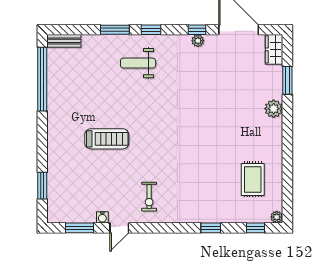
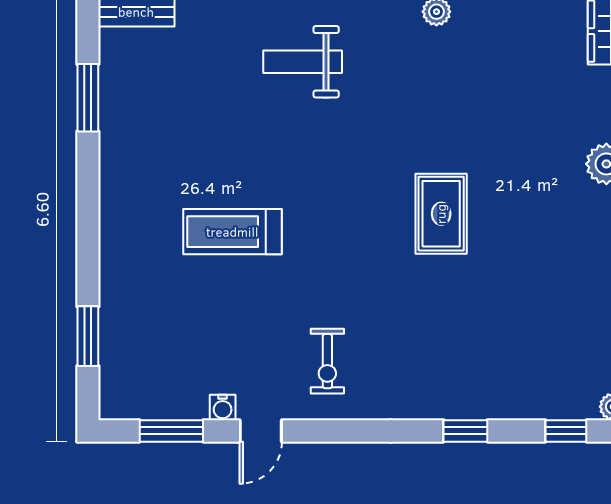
window: (42, 79) -> (88, 98), width x0.47
treadmill: (107, 139) -> (232, 232), turned 180
rug: (253, 179) -> (441, 214), moved

